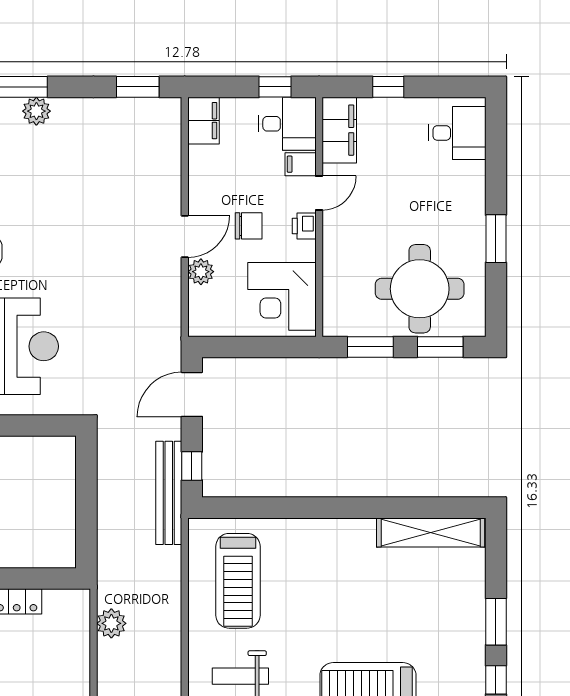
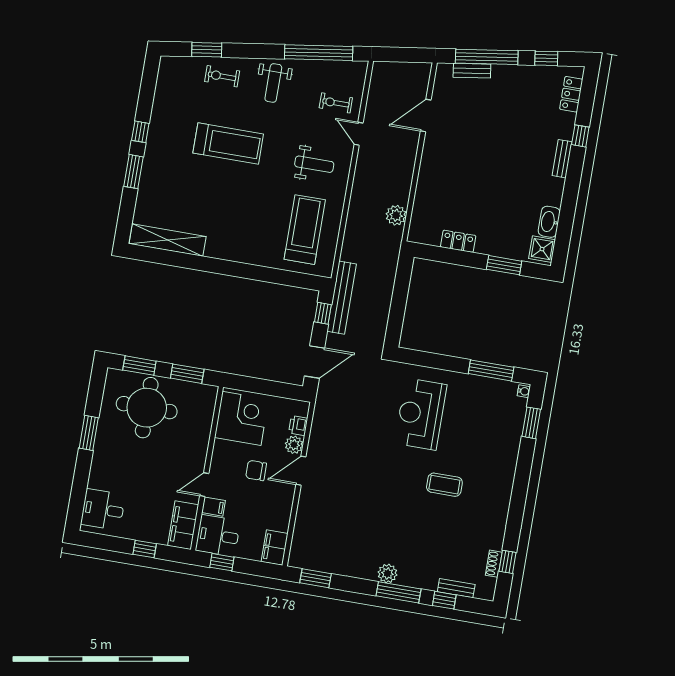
printer: (304, 226) -> (298, 426), moved, turned 180

